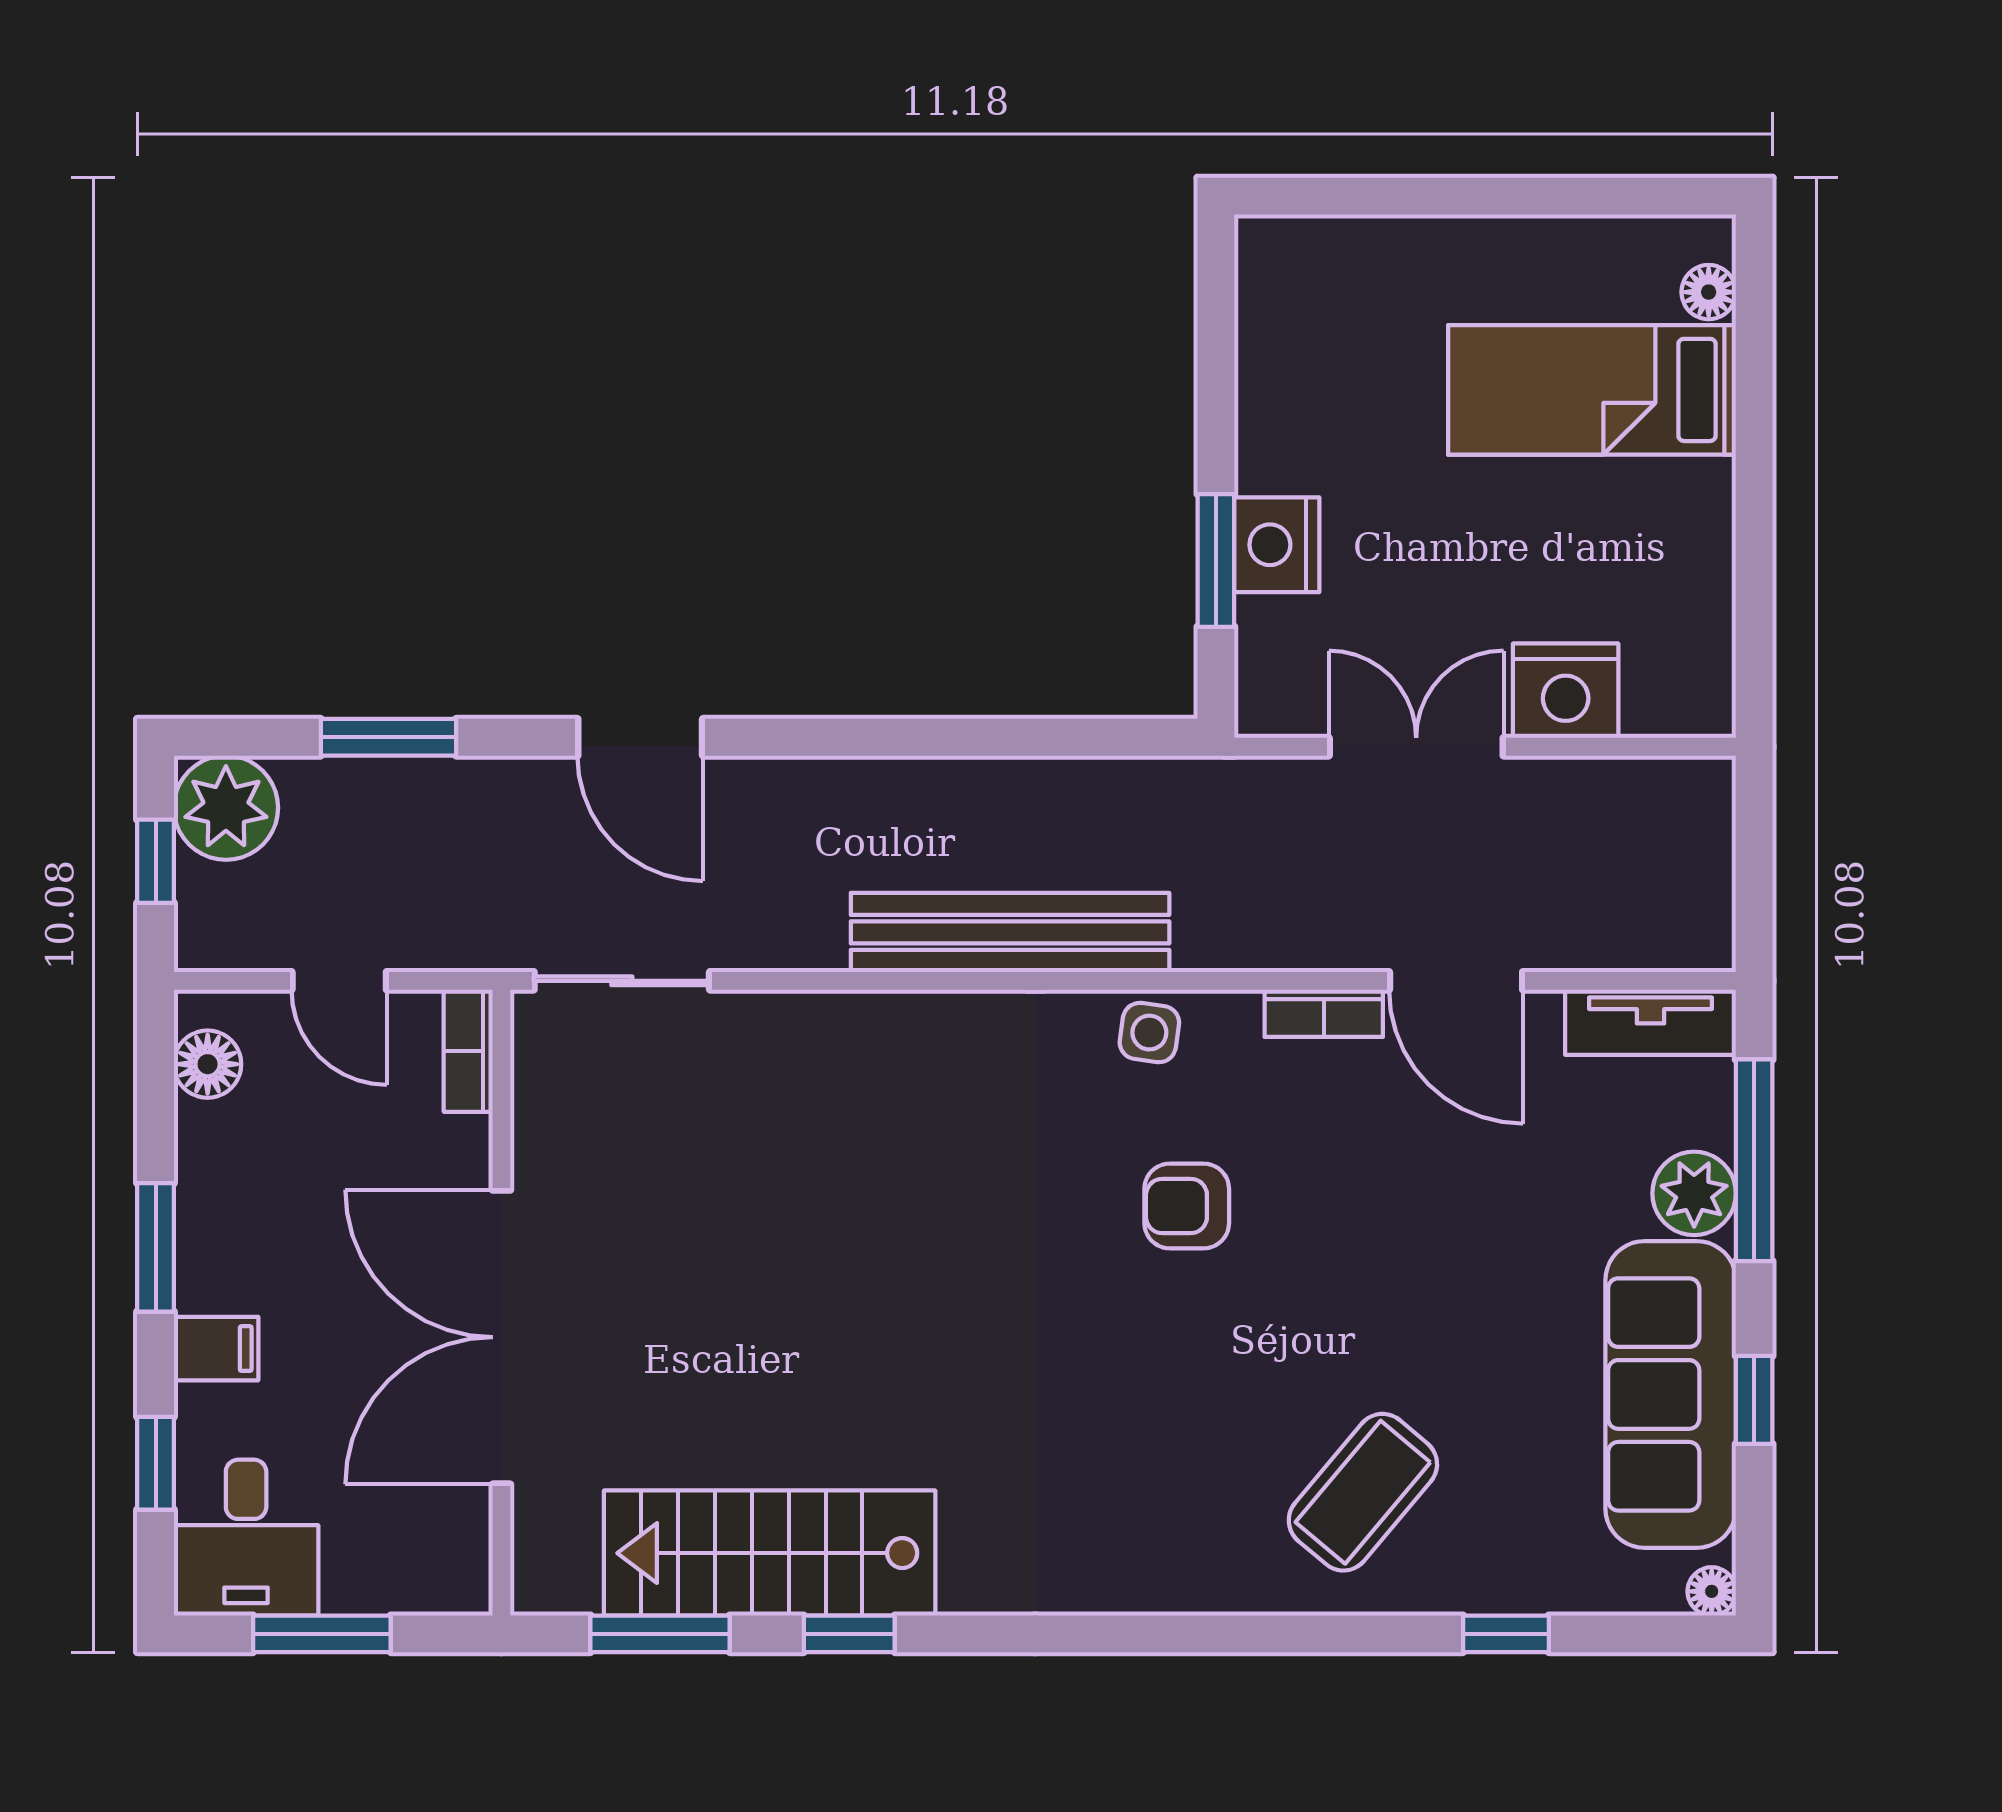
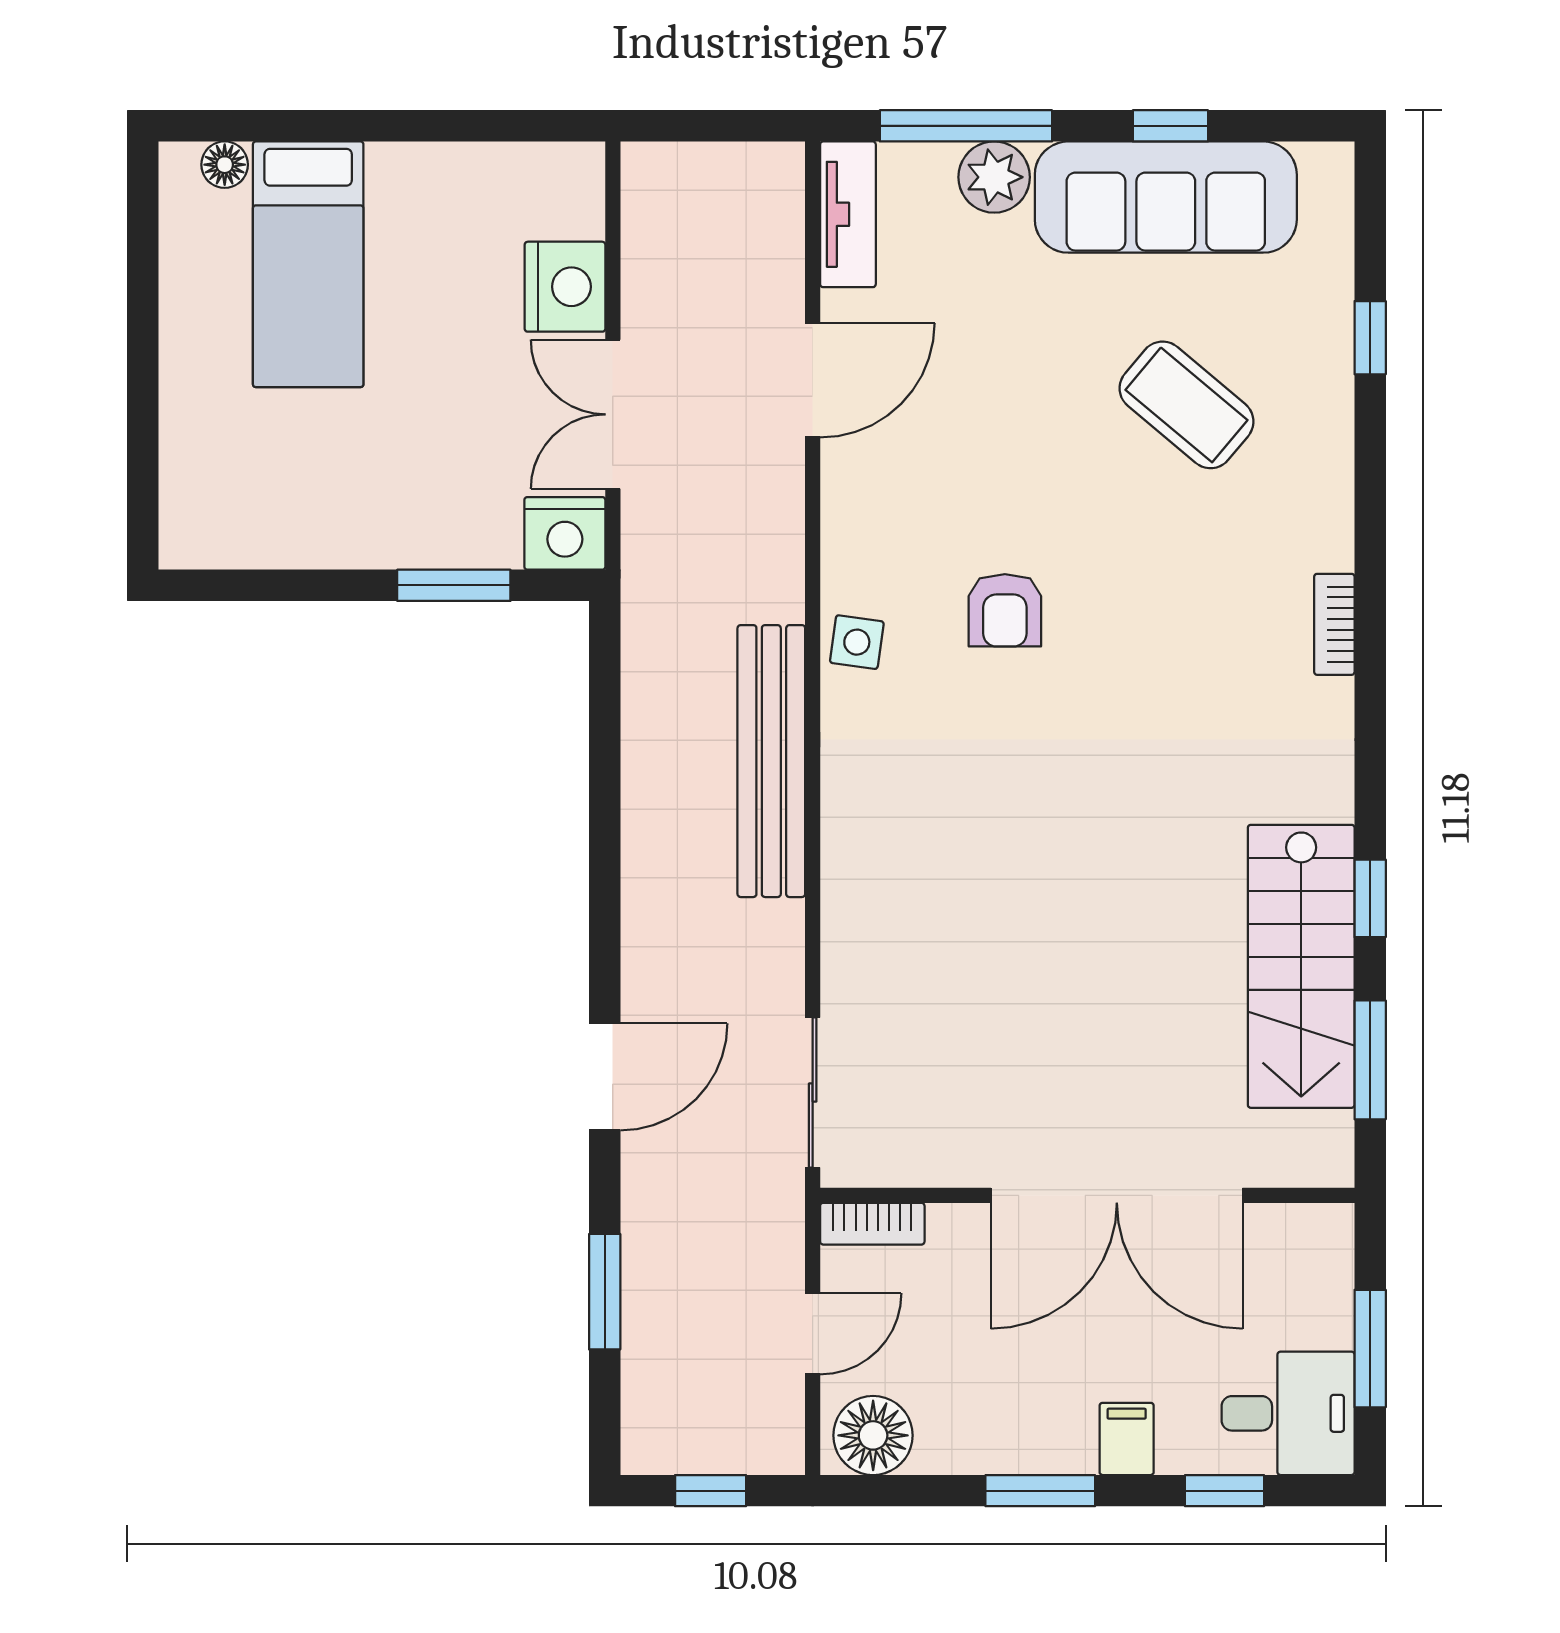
nightstand: (1277, 545) -> (565, 533), moved
plant: (226, 808) -> (665, 1430), removed
bookcase: (1324, 1013) -> (1334, 624), moved, turned 180
floor lamp: (208, 1064) -> (873, 1435), width x1.38, depth x1.38
coffee table: (1363, 1492) -> (1187, 405), moved
floor lamp: (1712, 1591) -> (1334, 162), removed

